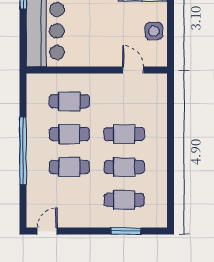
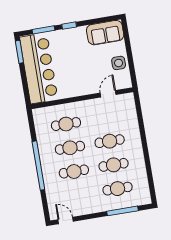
door: (133, 70) -> (108, 94), hinge flipped
door: (47, 231) -> (66, 220), hinge flipped
window: (126, 231) -> (123, 211), width x1.44

